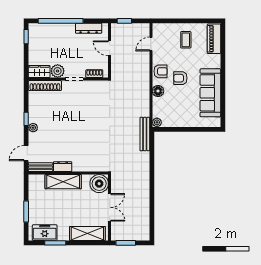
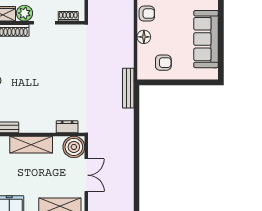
armchair: (180, 78) -> (163, 63), moved, turned 180
plant: (157, 122) -> (143, 74), removed
dresser: (63, 167) -> (67, 127), moved

